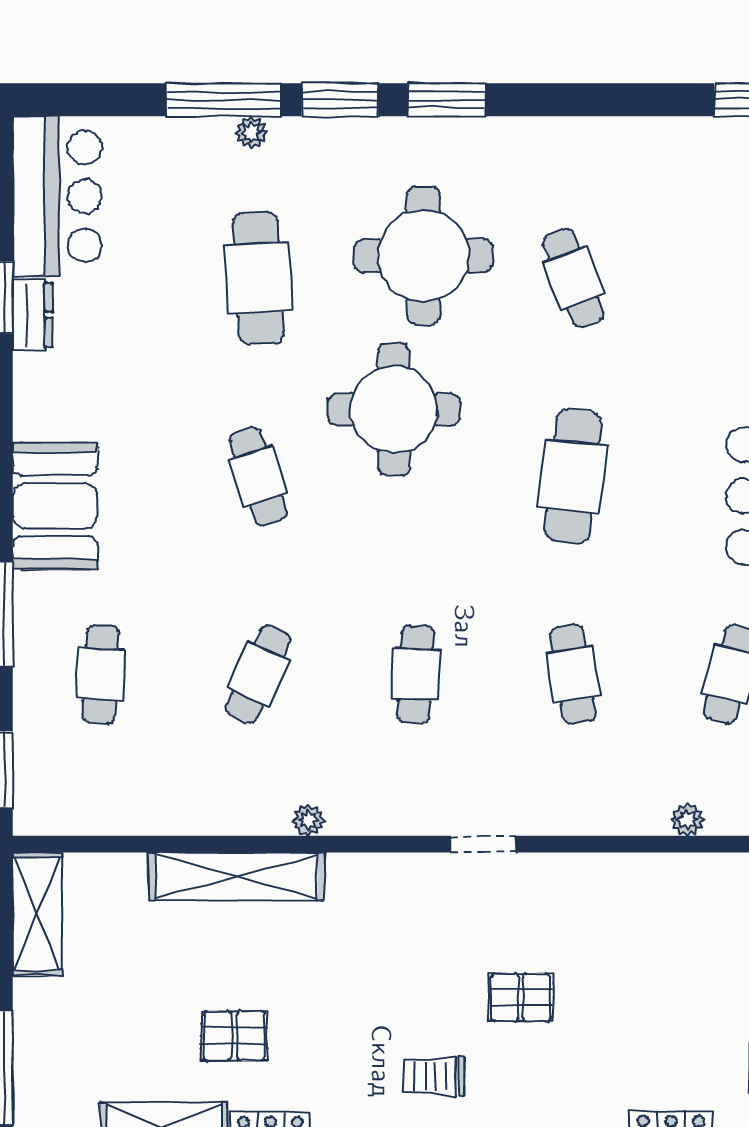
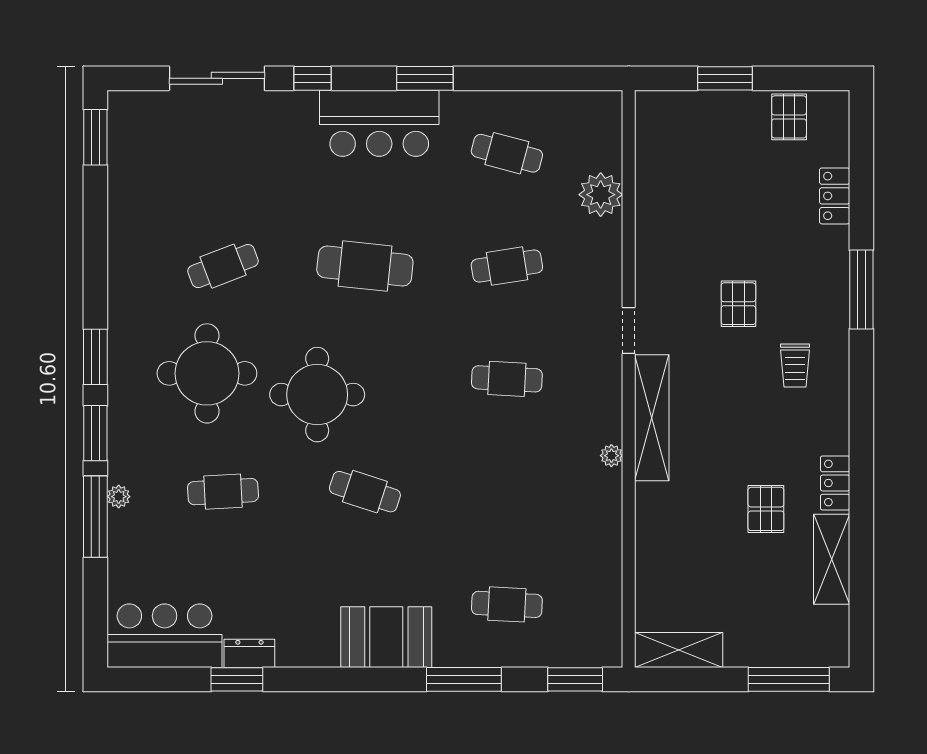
cafe table: (258, 278) -> (223, 492), width x0.73, depth x0.74
cafe table: (258, 476) -> (365, 492), turned 36
cafe table: (258, 674) -> (507, 492), removed
plant: (687, 820) -> (601, 195), width x1.87, depth x1.87
shelving: (237, 876) -> (652, 418), moved

